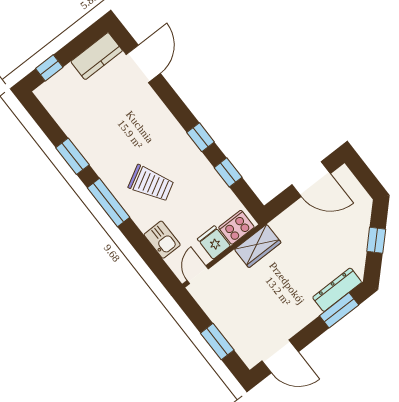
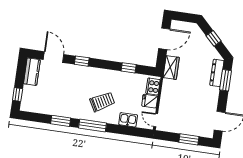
window: (201, 137) -> (82, 61), moved
wardrobe: (258, 246) -> (171, 68), moved

